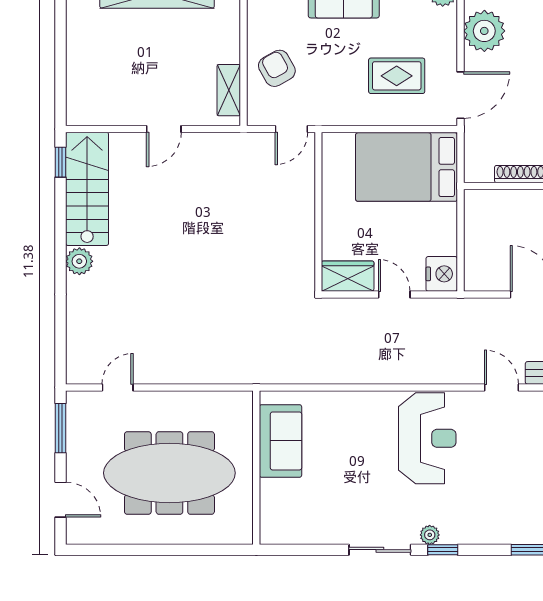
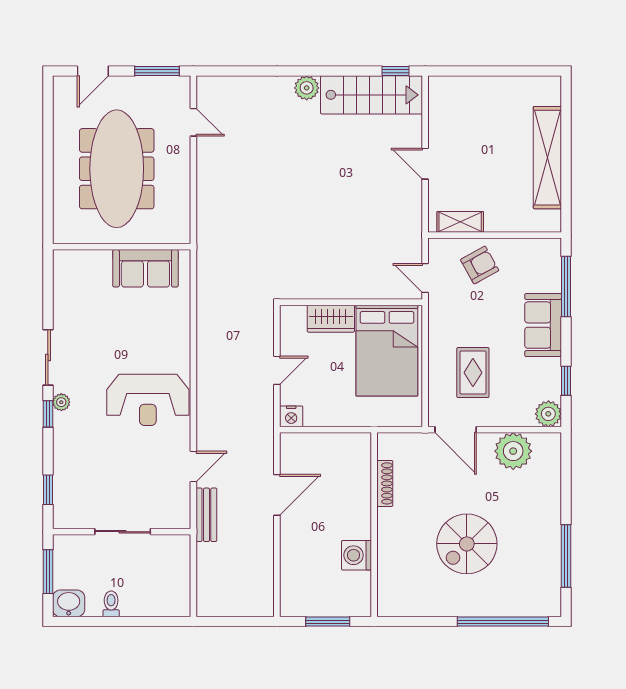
bed: (407, 167) -> (387, 351), moved, turned 180
nightstand: (442, 274) -> (291, 416), width x0.74, depth x0.75
wardrobe: (348, 276) -> (331, 319), moved, turned 90

